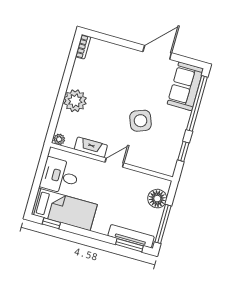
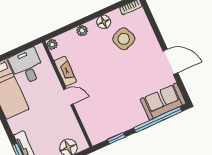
floor lamp: (76, 80) -> (104, 22), added
plant: (75, 101) -> (82, 31), width x0.53, depth x0.53
side table: (140, 121) -> (124, 39), moved

